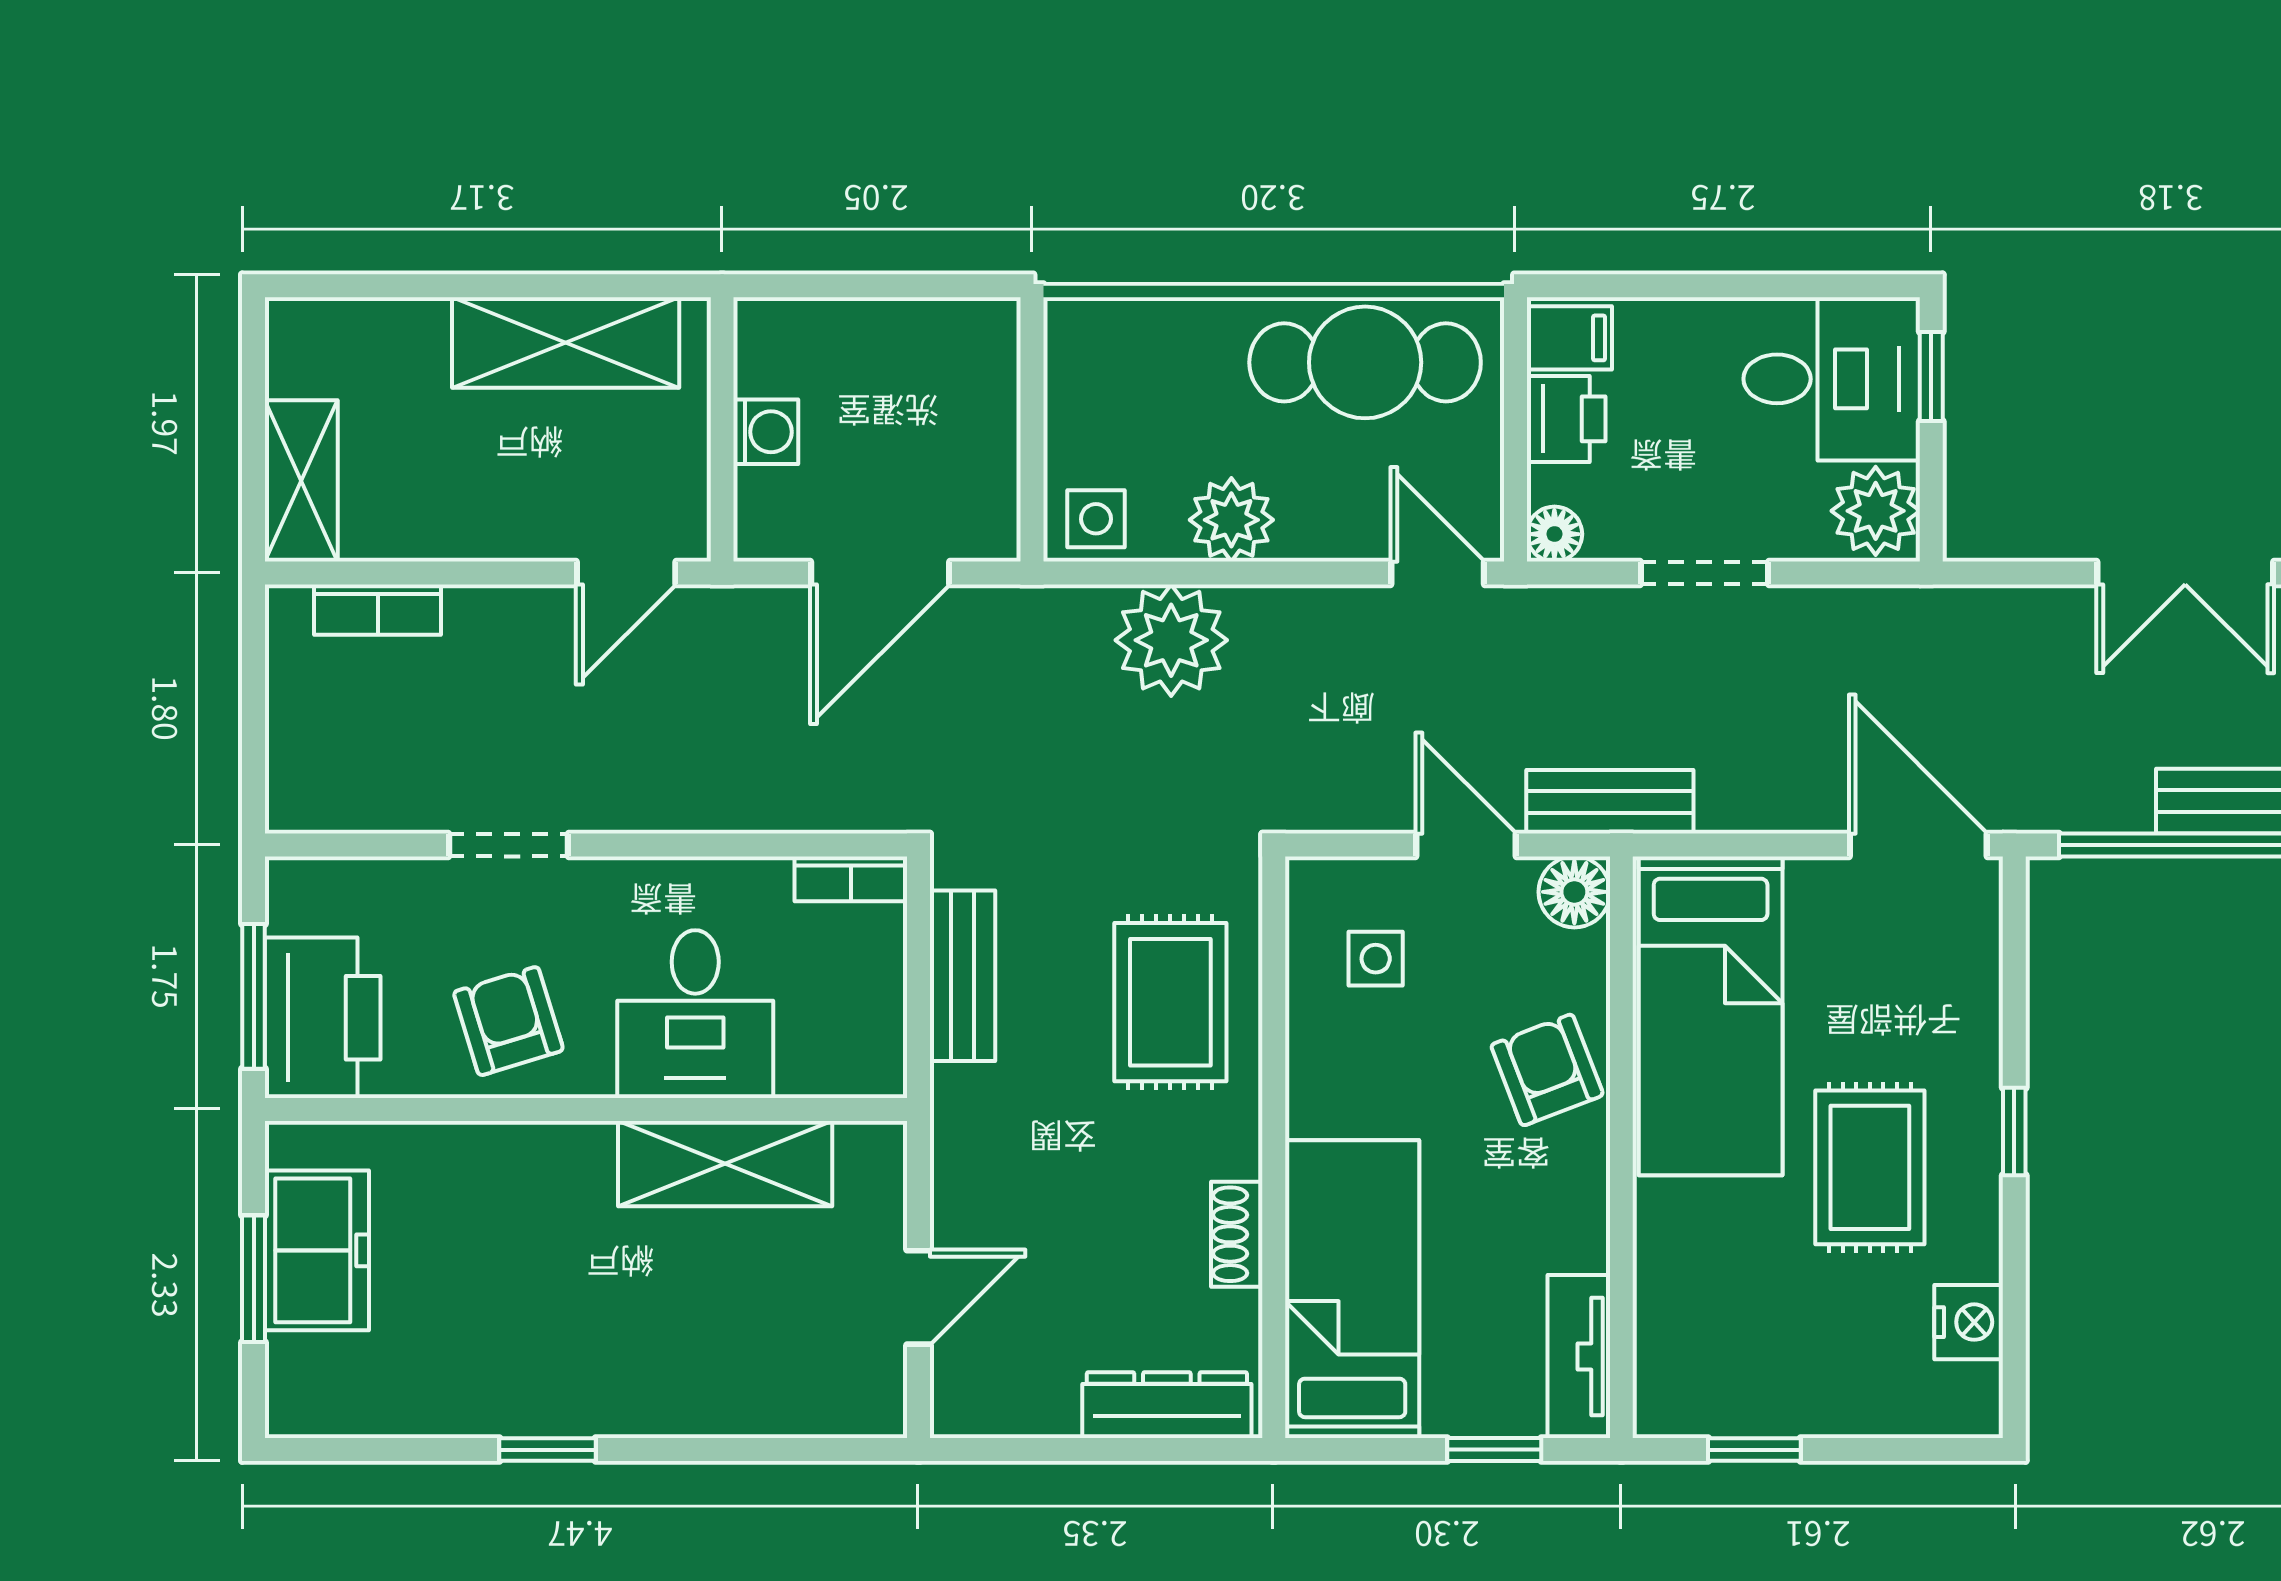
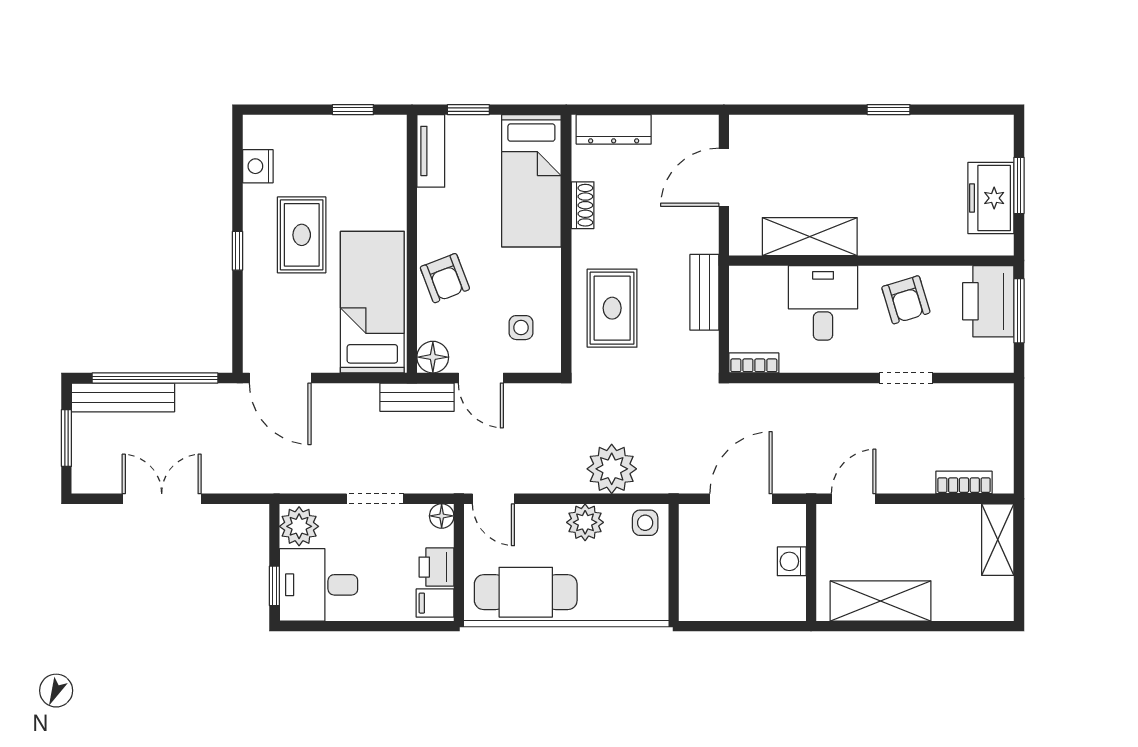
bench: (962, 976) -> (704, 292), moved
door: (919, 1297) -> (724, 177), width x1.37

